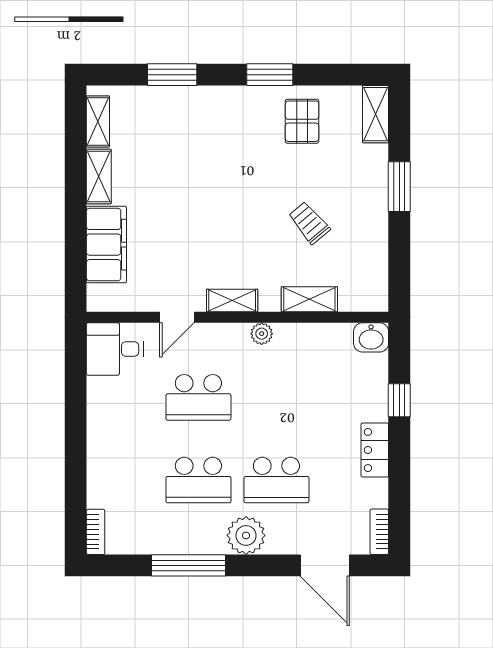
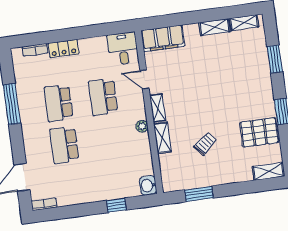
pallet: (302, 121) -> (259, 132), width x1.50, depth x1.42
window: (399, 187) -> (199, 194), moved
filing cabinet: (106, 245) -> (163, 38), moved
shelving: (309, 299) -> (162, 138), moved
locker: (375, 450) -> (63, 49), moved, turned 180
bookcase: (96, 532) -> (35, 50), moved
plant: (246, 535) -> (32, 133), removed

